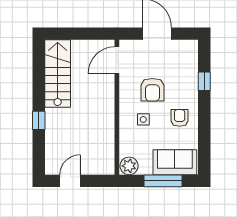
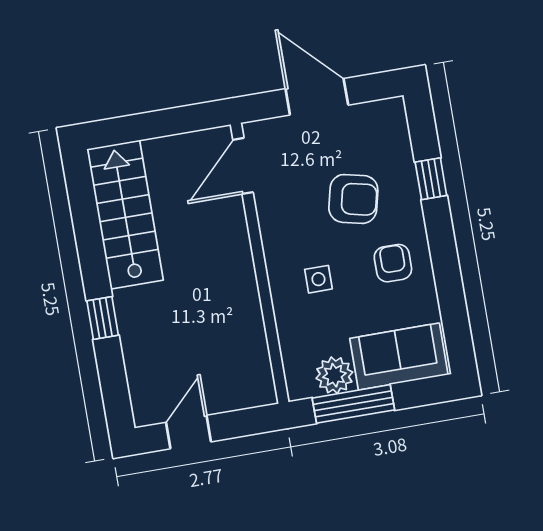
armchair: (152, 90) -> (353, 199), moved, turned -77
plant: (129, 166) -> (334, 375), moved
window: (163, 181) -> (353, 404), moved

